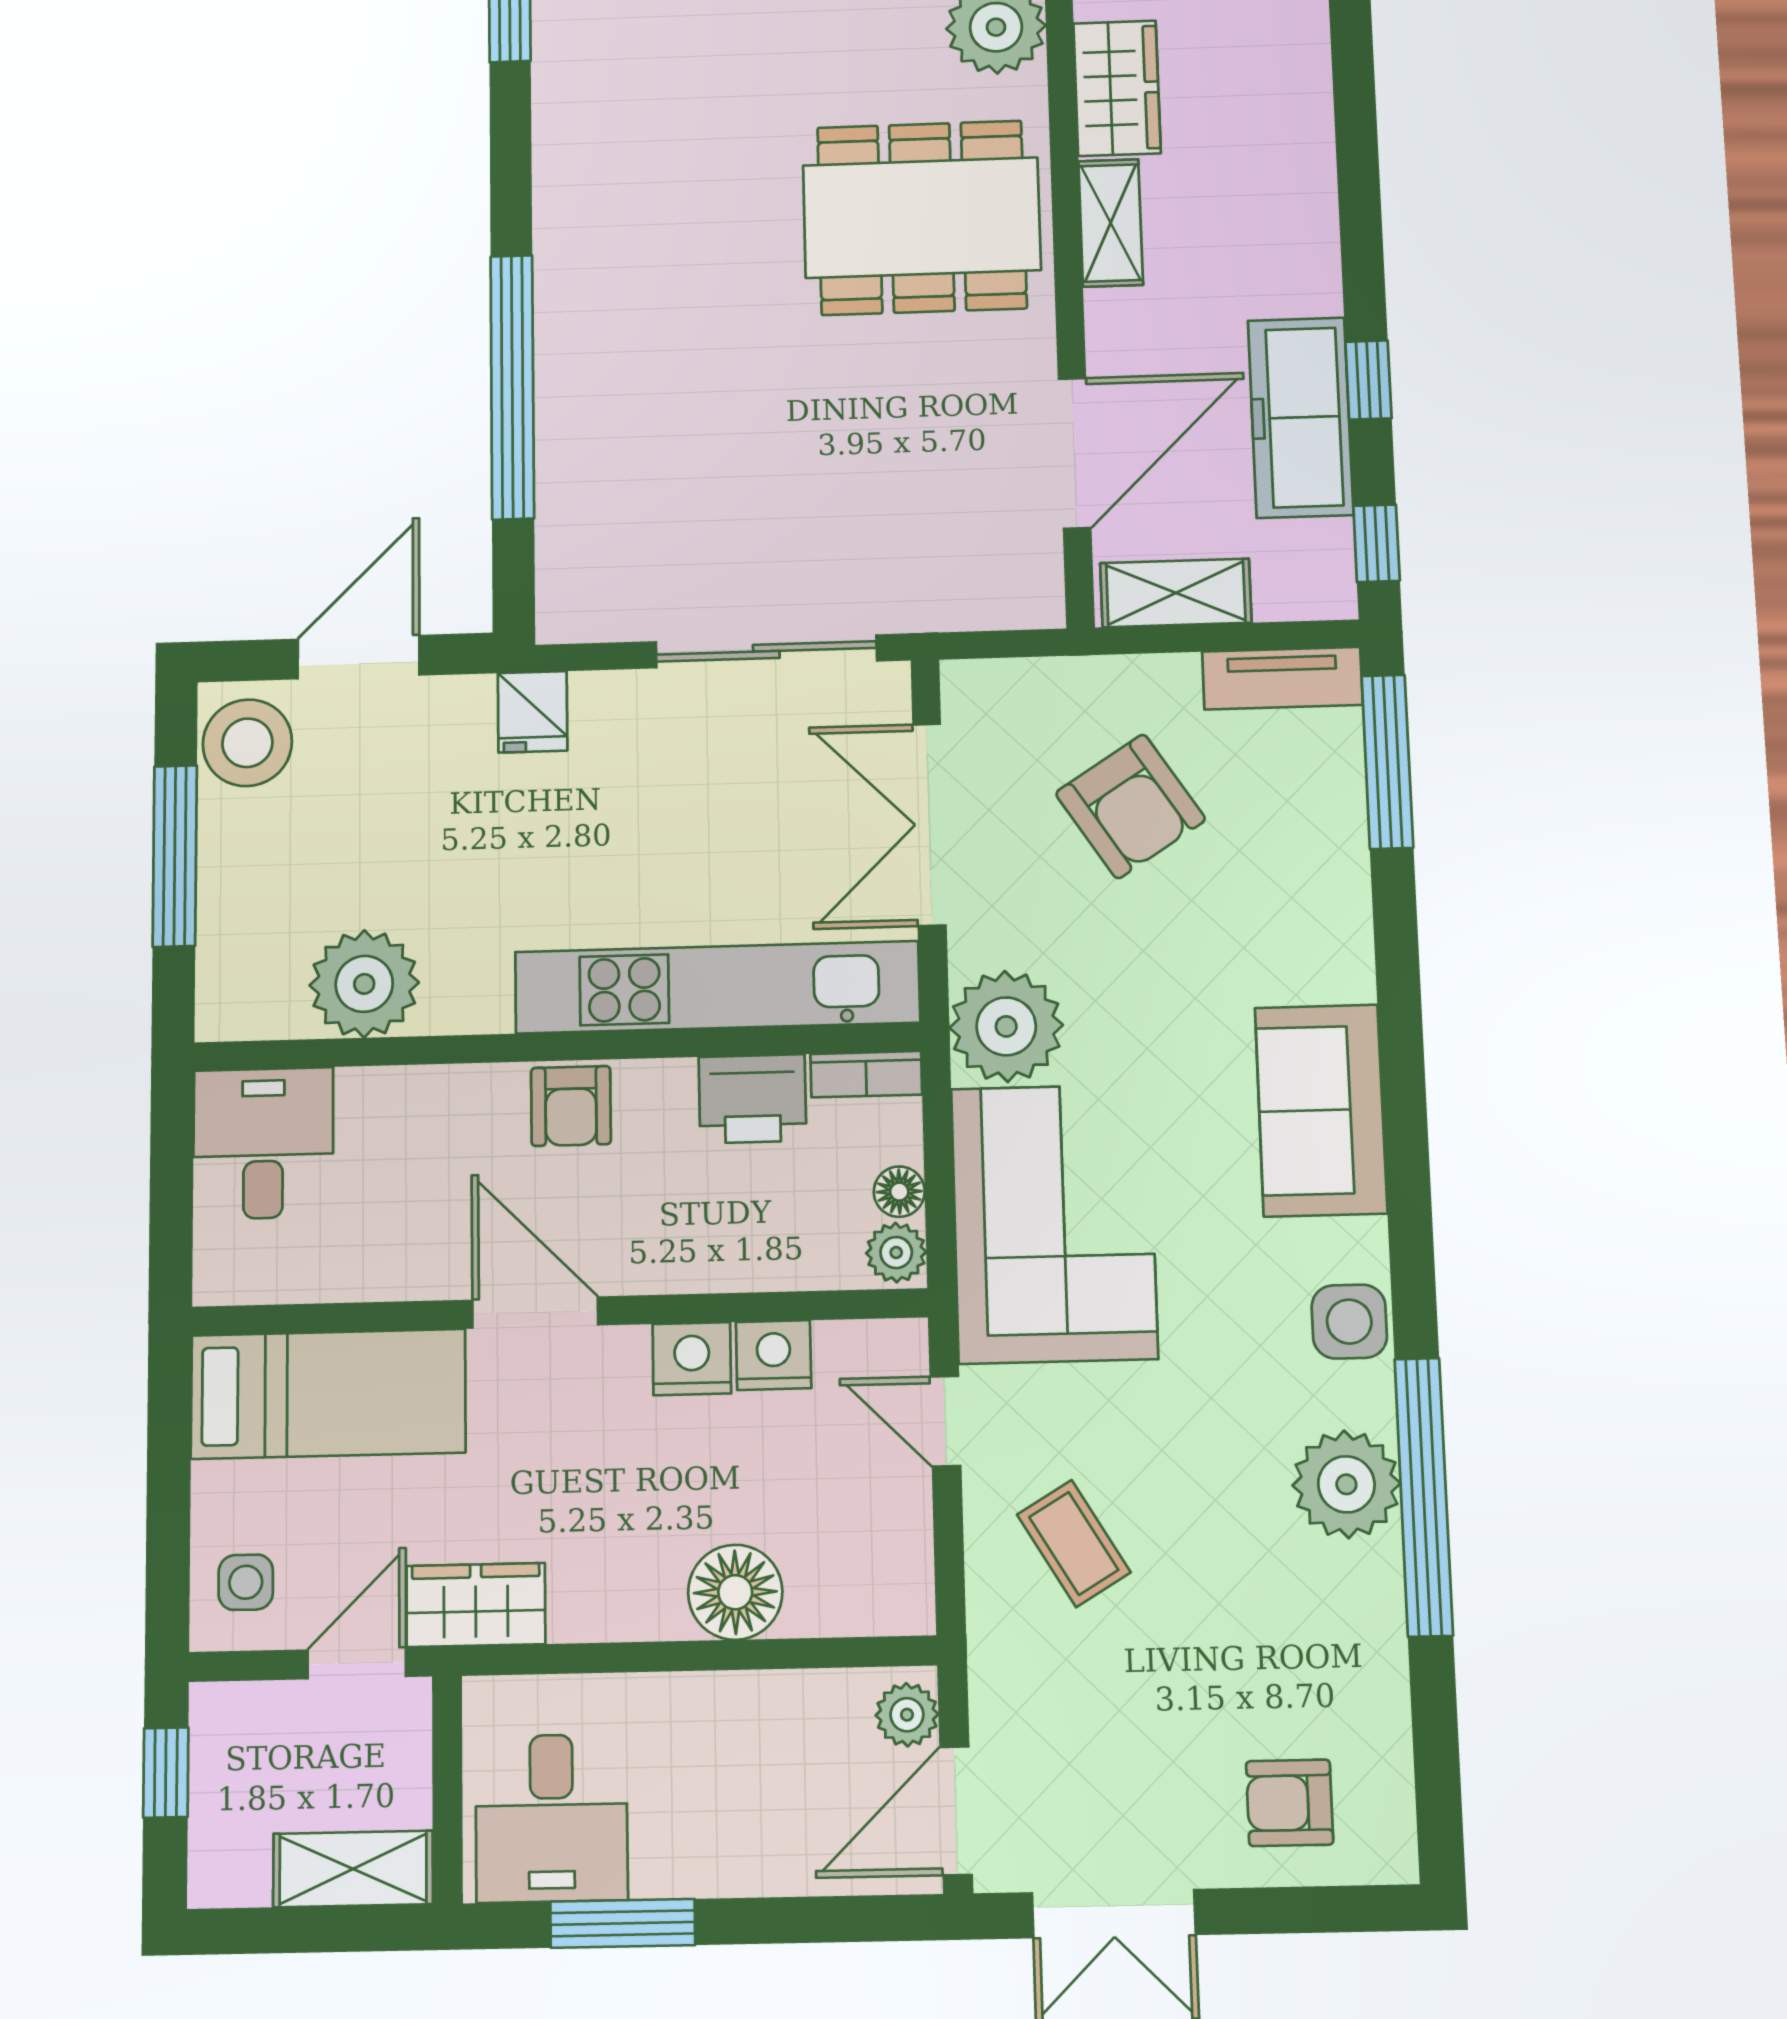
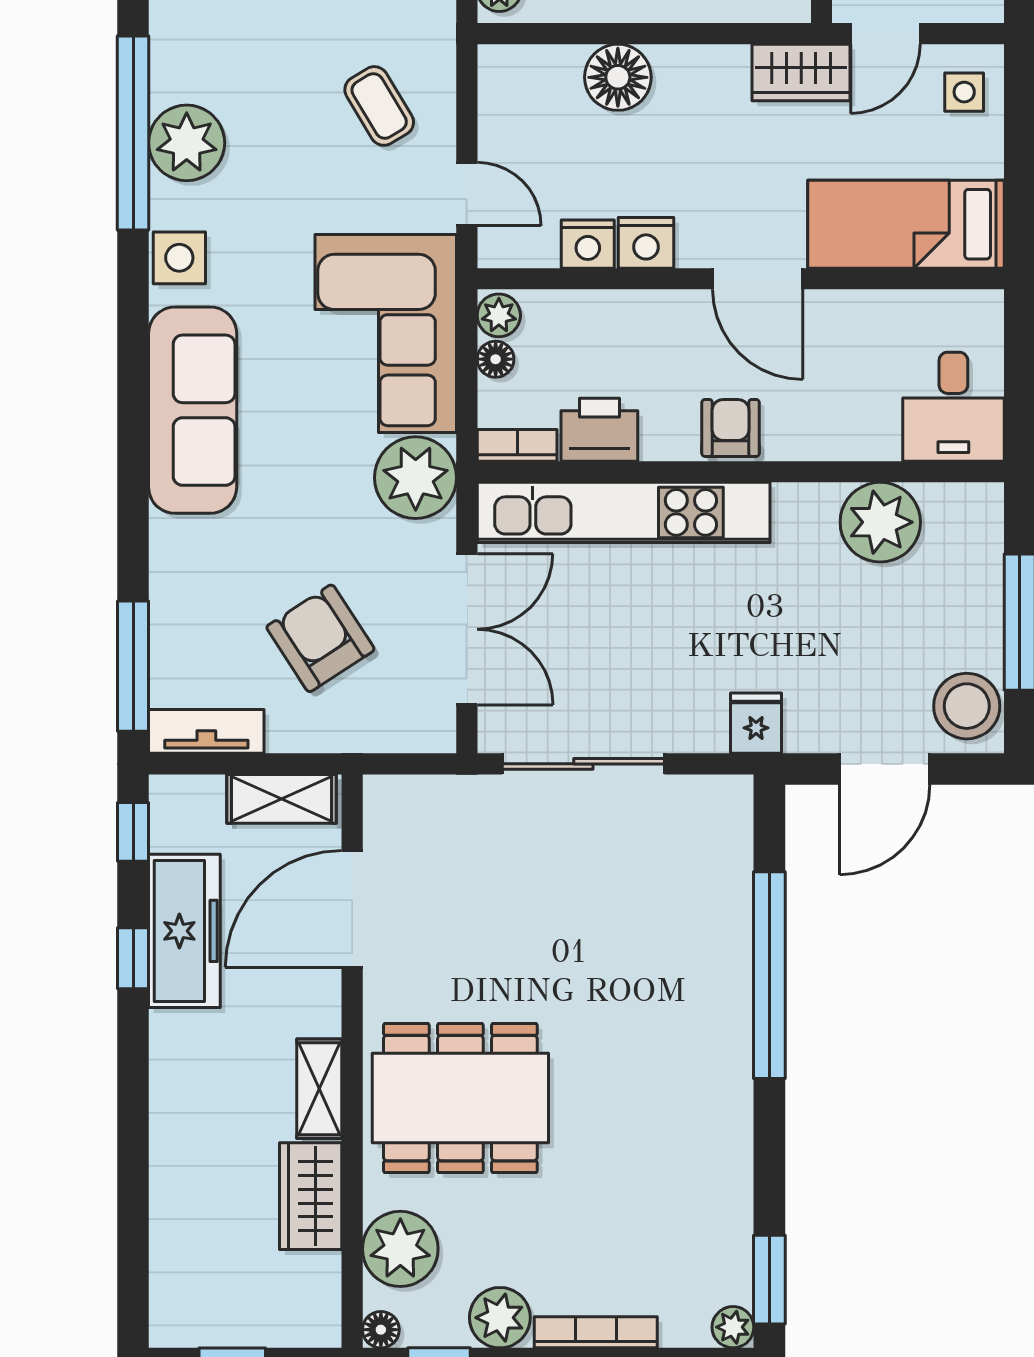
sofa: (1321, 1110) -> (193, 410), width x1.36

